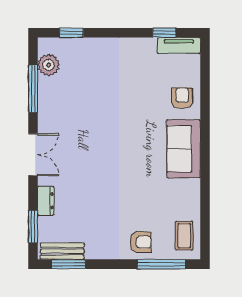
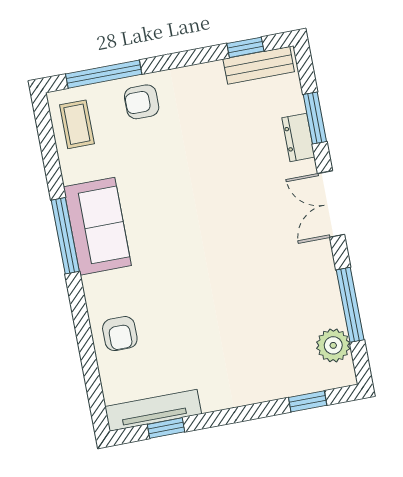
tv unit: (179, 45) -> (153, 410), width x1.41
sofa: (184, 149) -> (97, 226), moved
window: (205, 166) -> (65, 236), added
window: (33, 227) -> (315, 118), moved
window: (68, 264) -> (245, 47), width x0.67

